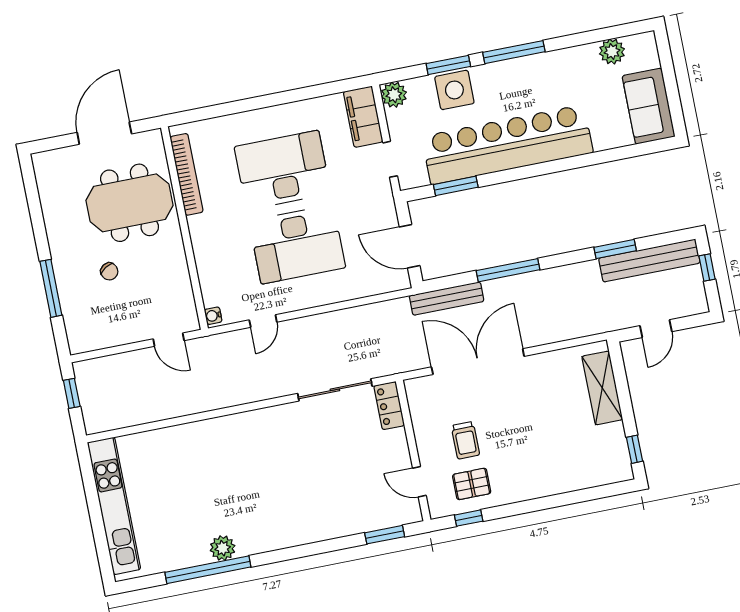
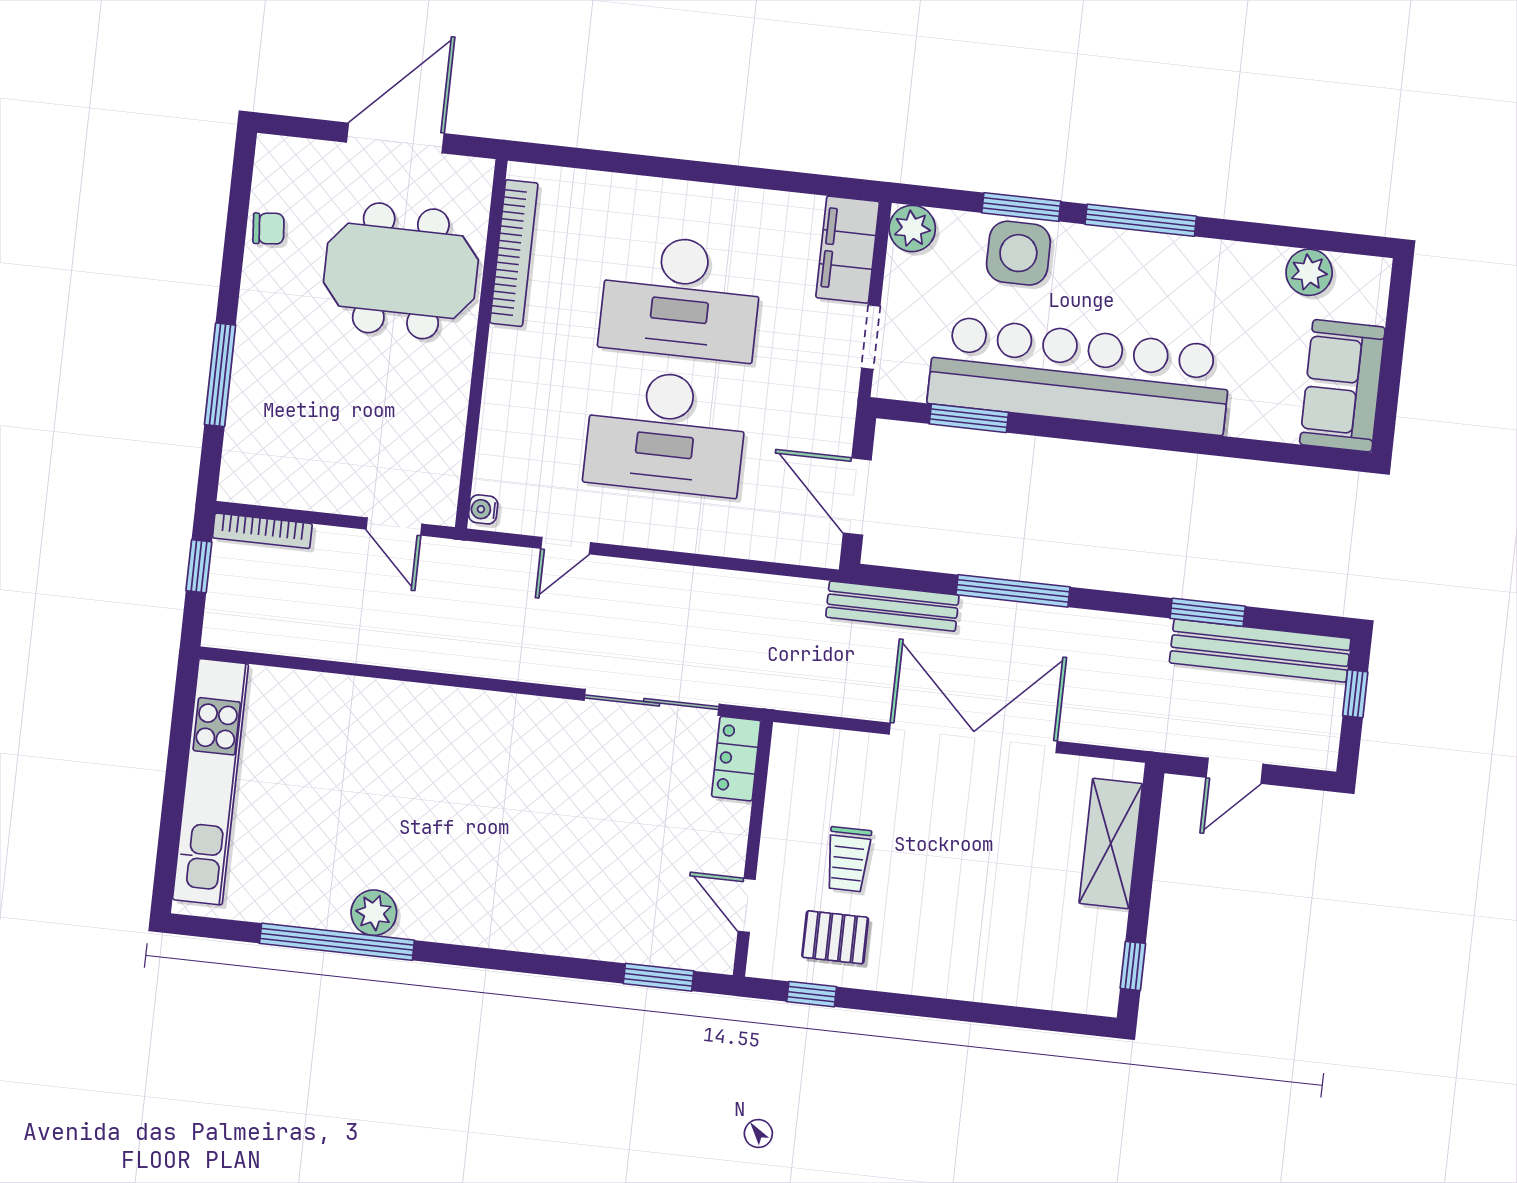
desk: (283, 170) -> (681, 298), turned 180
chair: (109, 271) -> (269, 229), moved, turned -63
double door: (478, 362) -> (973, 738), moved
bookcase: (99, 364) -> (262, 531), added

